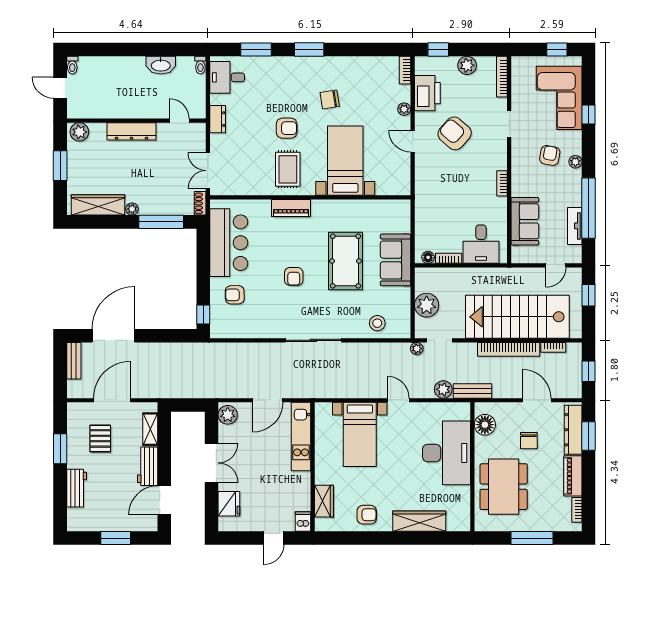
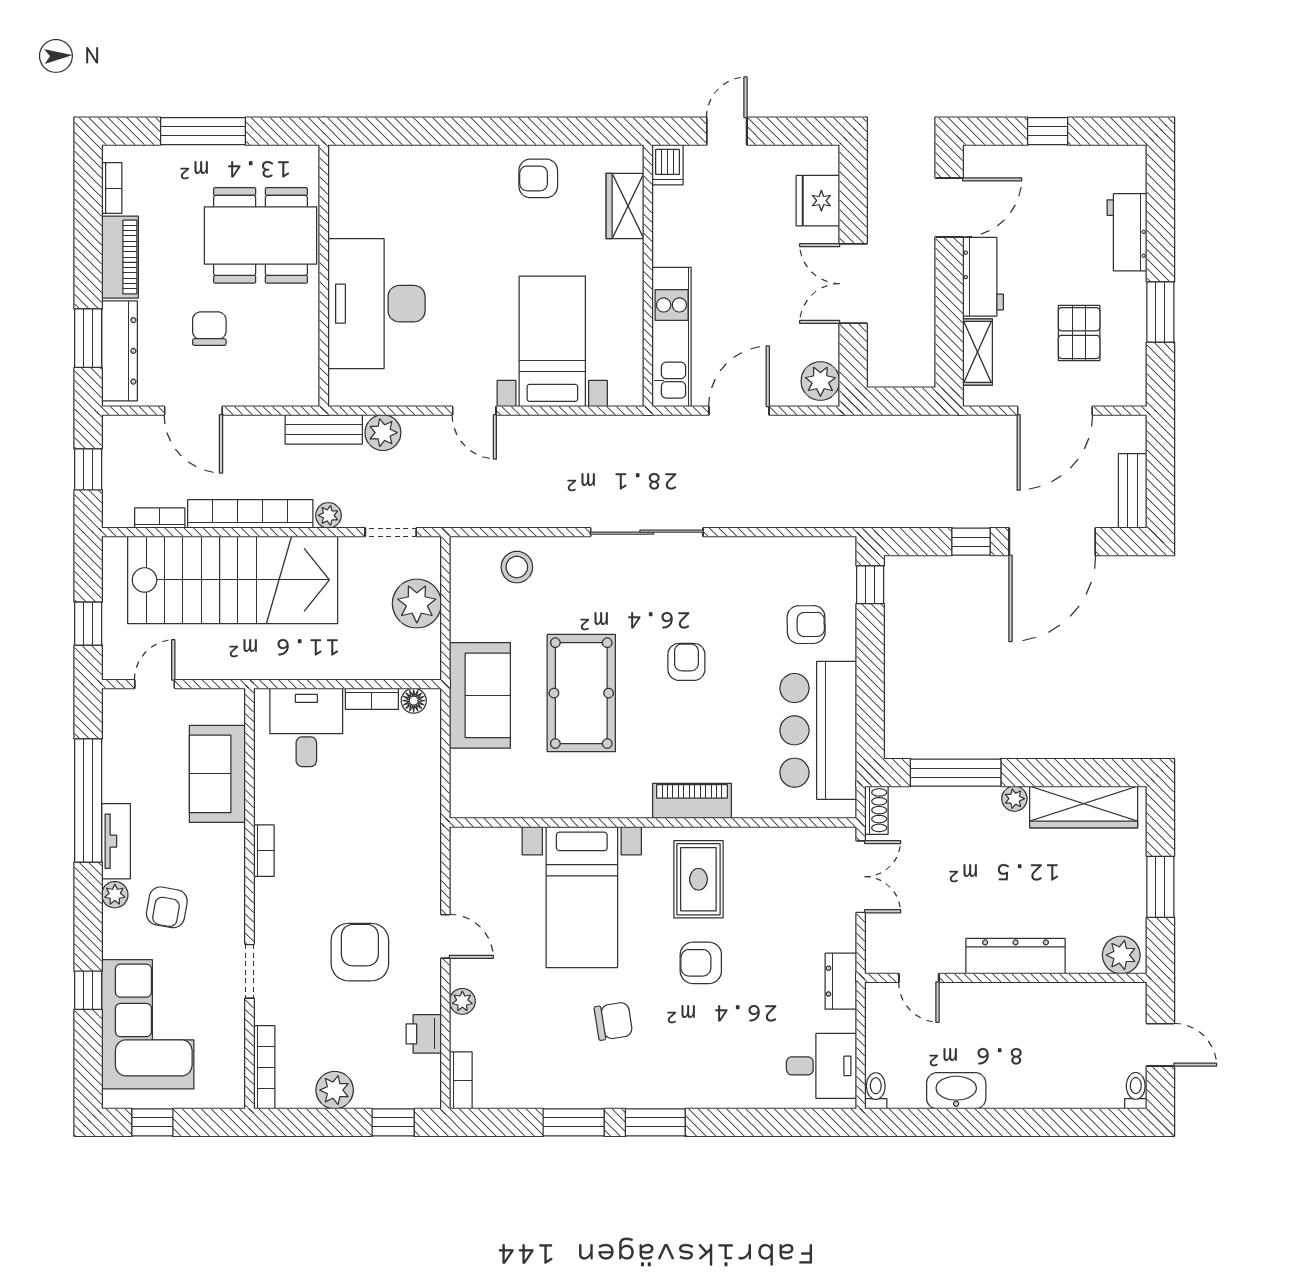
window: (256, 50) -> (574, 1122), moved
printer: (427, 93) -> (424, 1034), width x0.53, depth x0.68
armchair: (455, 133) -> (360, 952), turned -131
tv unit: (575, 226) -> (116, 841), moved
window: (153, 336) -> (971, 542), added
plant: (417, 349) -> (328, 515), moved
floor lamp: (485, 425) -> (299, 361), removed
dining table: (504, 487) -> (261, 235), turned 90
wardrobe: (419, 521) -> (432, 165), removed
window: (116, 538) -> (1048, 131), width x0.67

